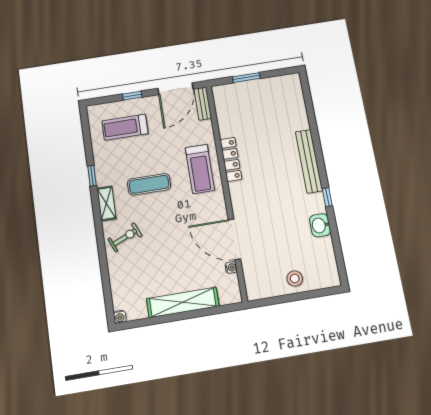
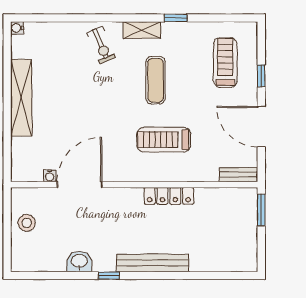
bench: (203, 104) -> (239, 175), moved
locker: (231, 159) -> (169, 196), moved
wall: (226, 191) -> (134, 185), moved
door: (234, 239) -> (80, 185), moved
water cooler: (231, 267) -> (50, 176), moved

